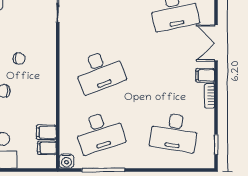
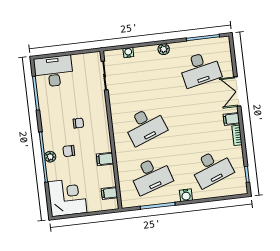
filing cabinet: (46, 132) -> (105, 159), moved
desk: (174, 132) -> (212, 168), turned -30
water cooler: (66, 161) -> (186, 195), moved

